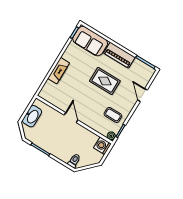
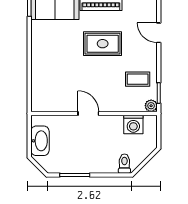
fireplace: (59, 71) -> (38, 66), removed
washing machine: (102, 146) -> (133, 124), moved, turned -90

